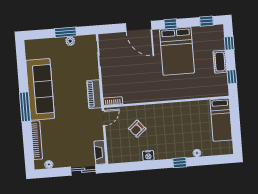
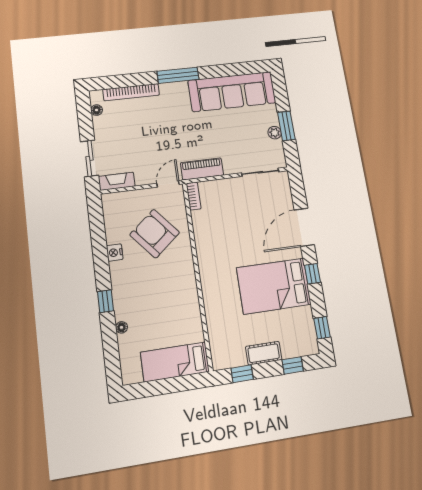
sofa: (40, 89) -> (232, 92), moved
door: (103, 118) -> (168, 184), swing flipped
armchair: (137, 129) -> (155, 234), width x1.88, depth x1.88

